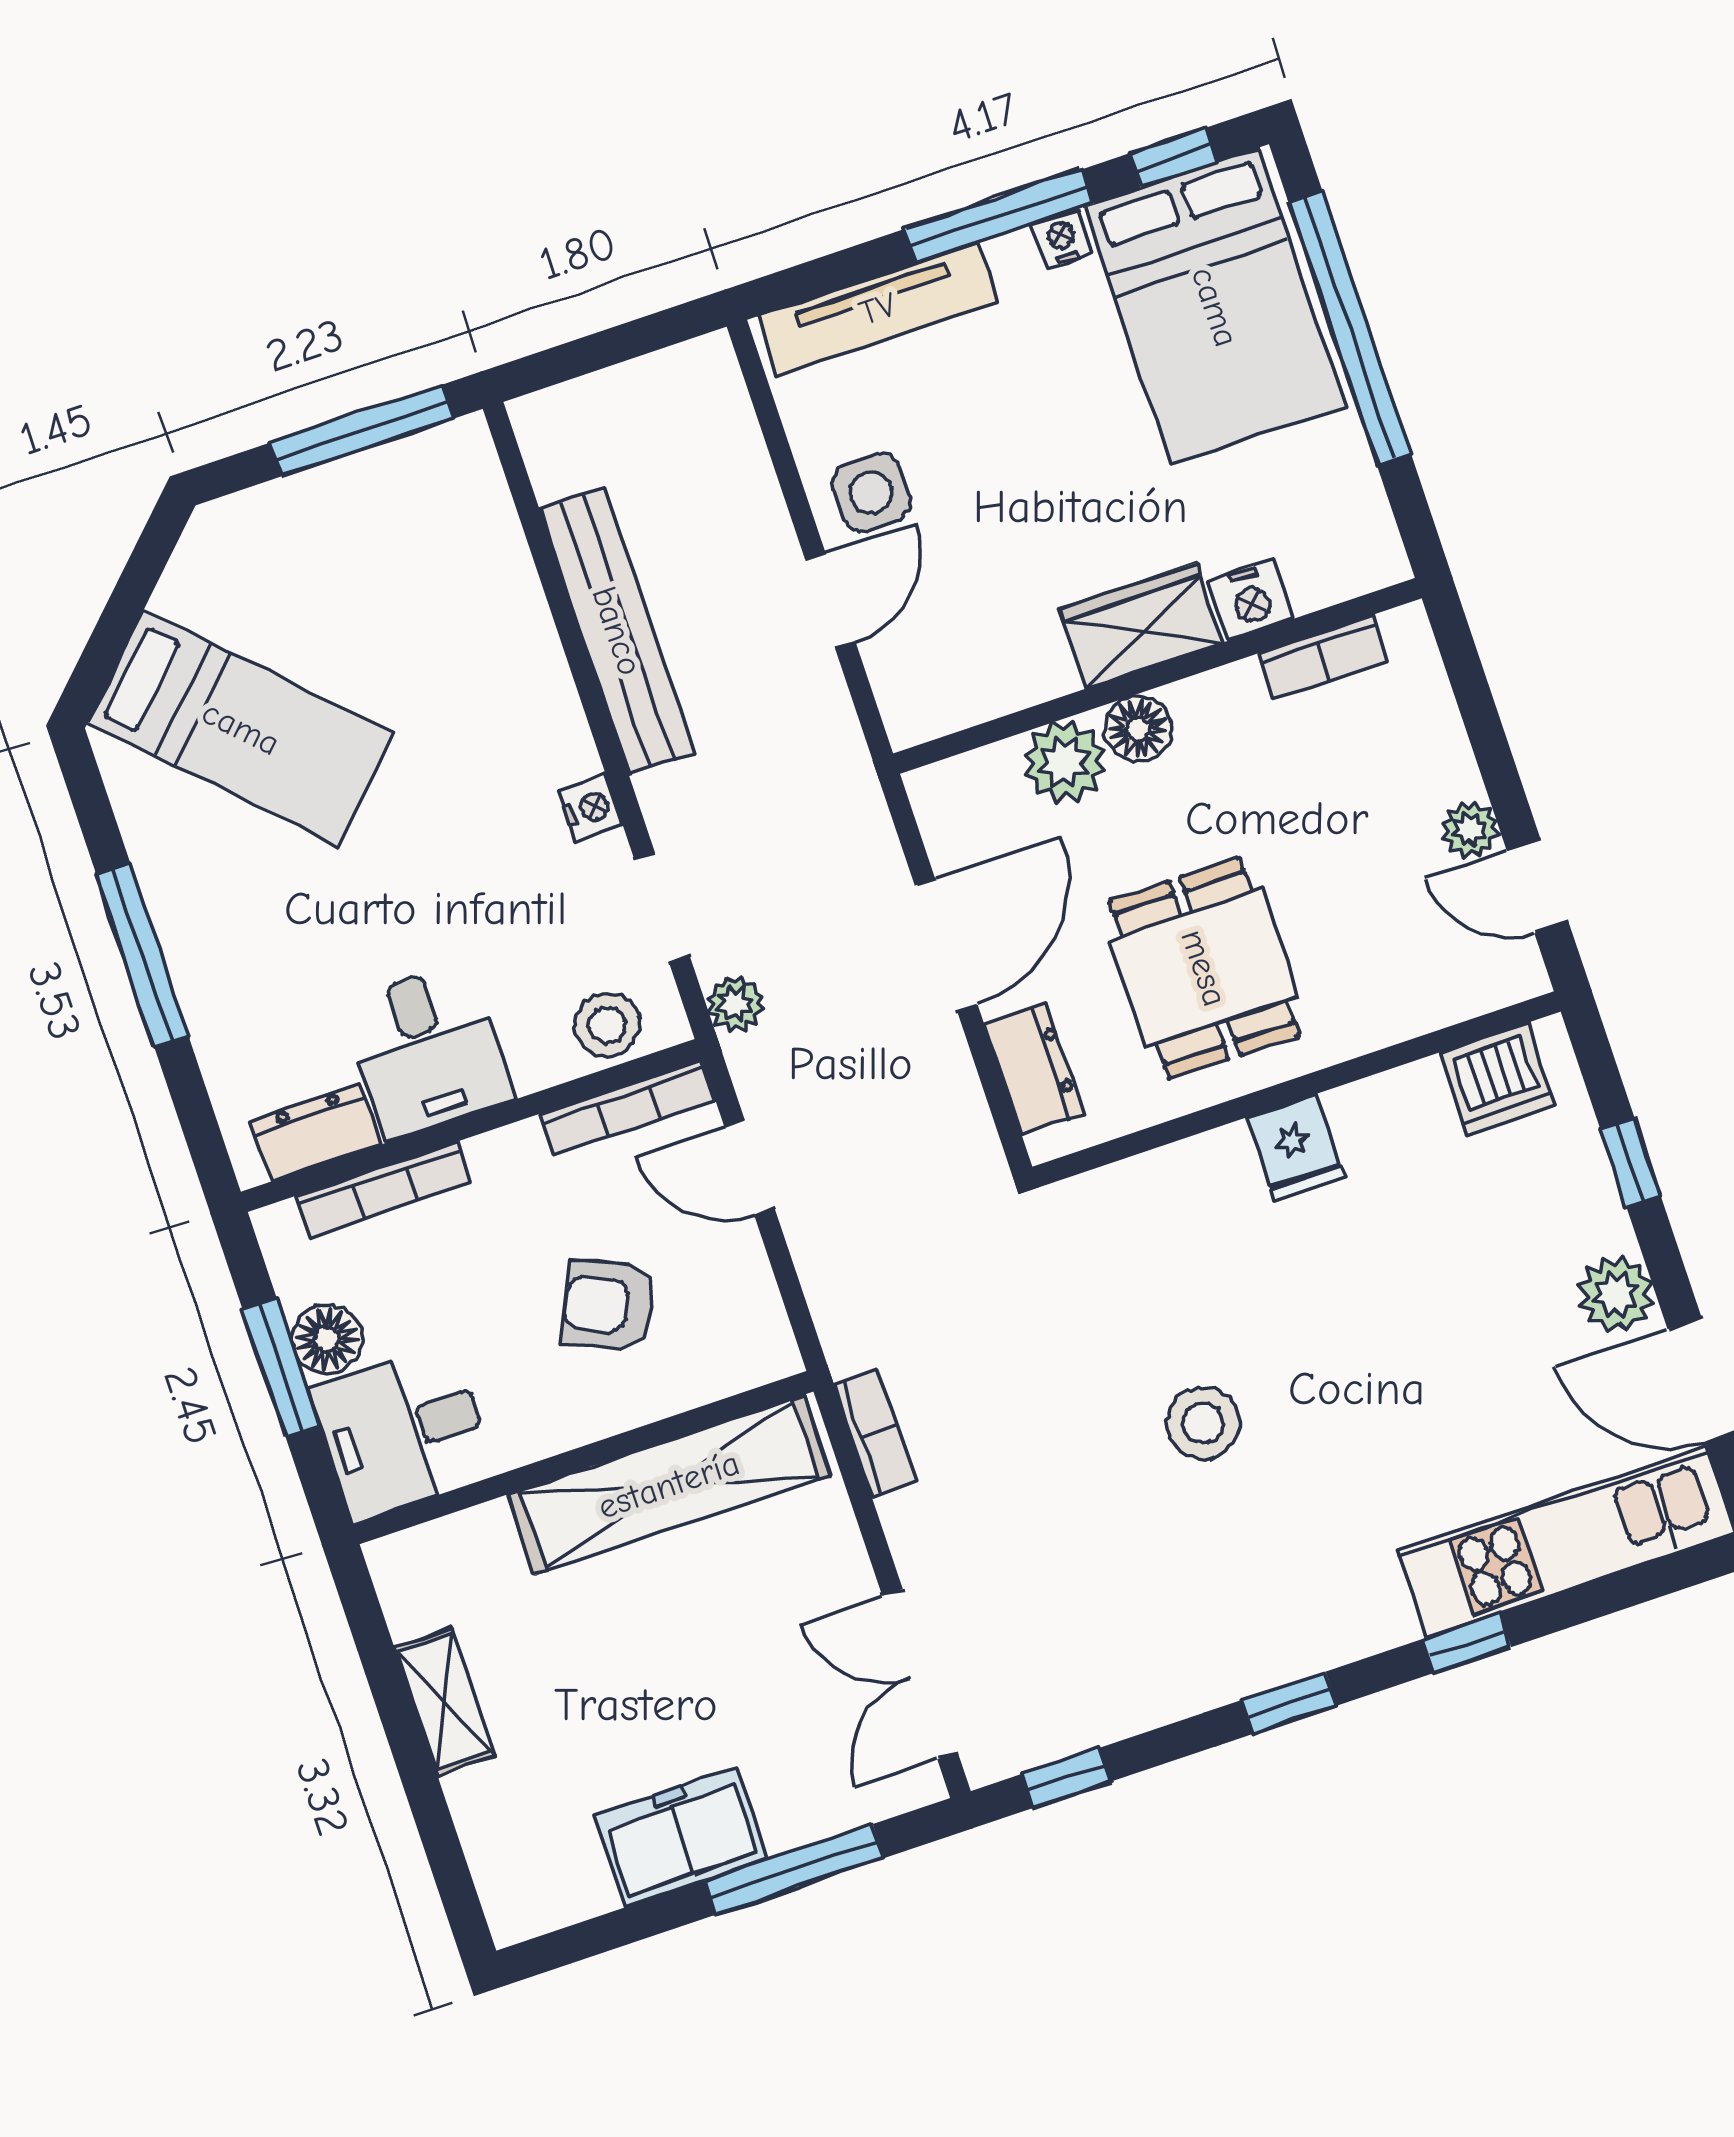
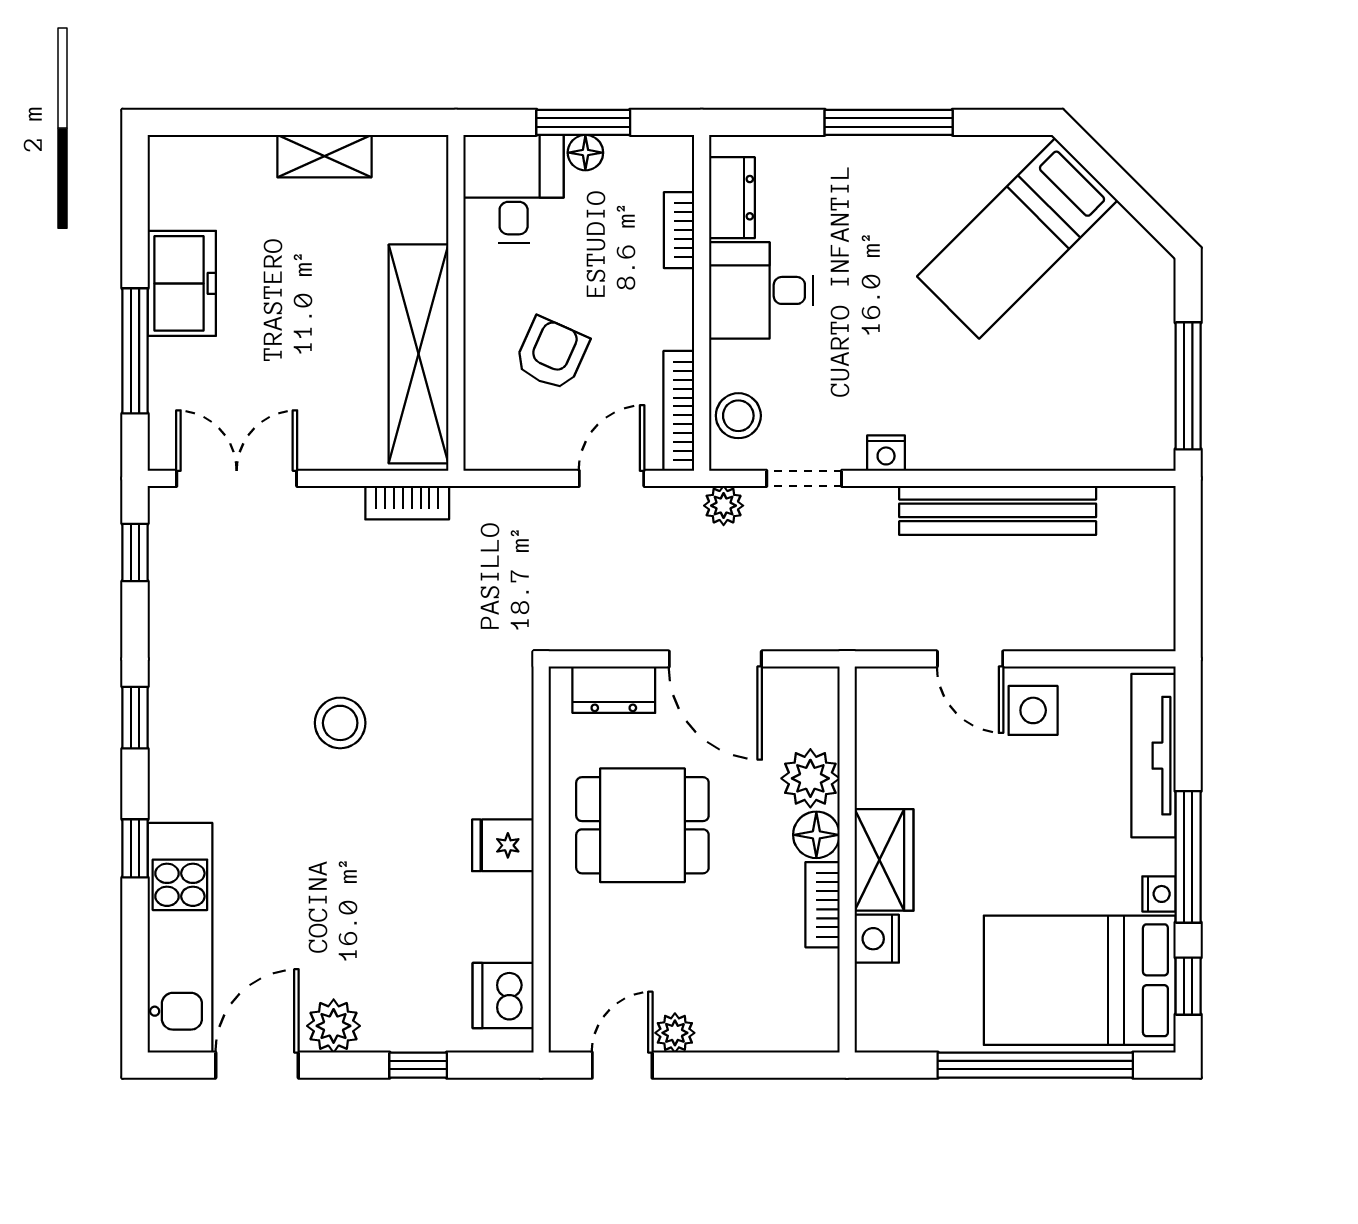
bookcase: (1323, 657) -> (823, 905), moved
bookcase: (383, 1189) -> (679, 230), width x0.64
floor lamp: (327, 1339) -> (585, 153), width x0.73, depth x0.73

